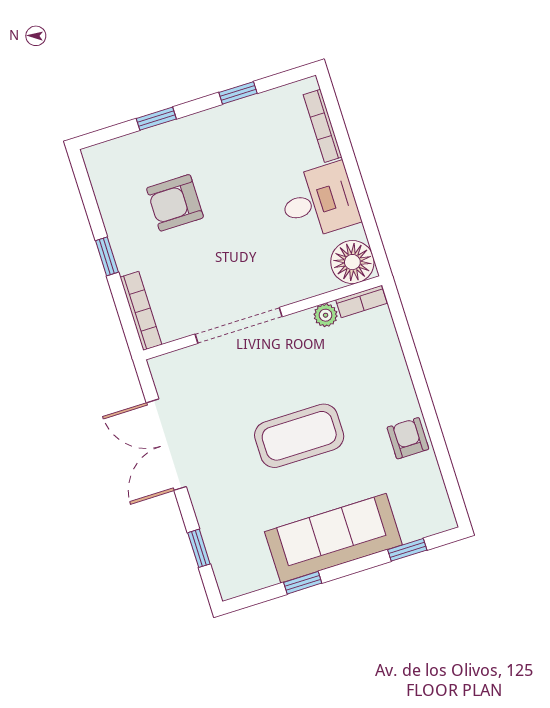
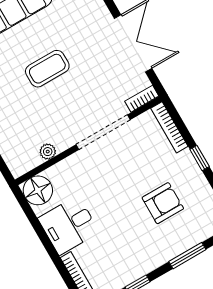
window: (156, 119) -> (187, 256), width x1.50
bookcase: (361, 302) -> (142, 99), moved
coffee table: (299, 436) -> (47, 69), width x0.73, depth x0.76

